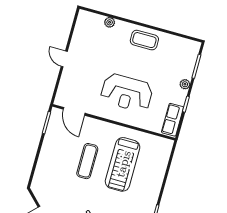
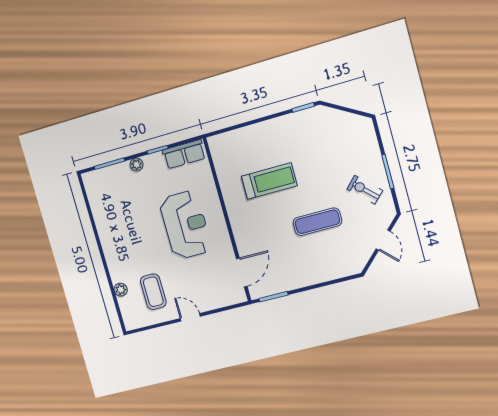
coffee table: (144, 40) -> (153, 292), moved
door: (64, 59) -> (190, 317), swing flipped
exercise mat: (87, 161) -> (317, 222), moved
treadmill: (123, 164) -> (269, 181), width x0.73, depth x0.73

